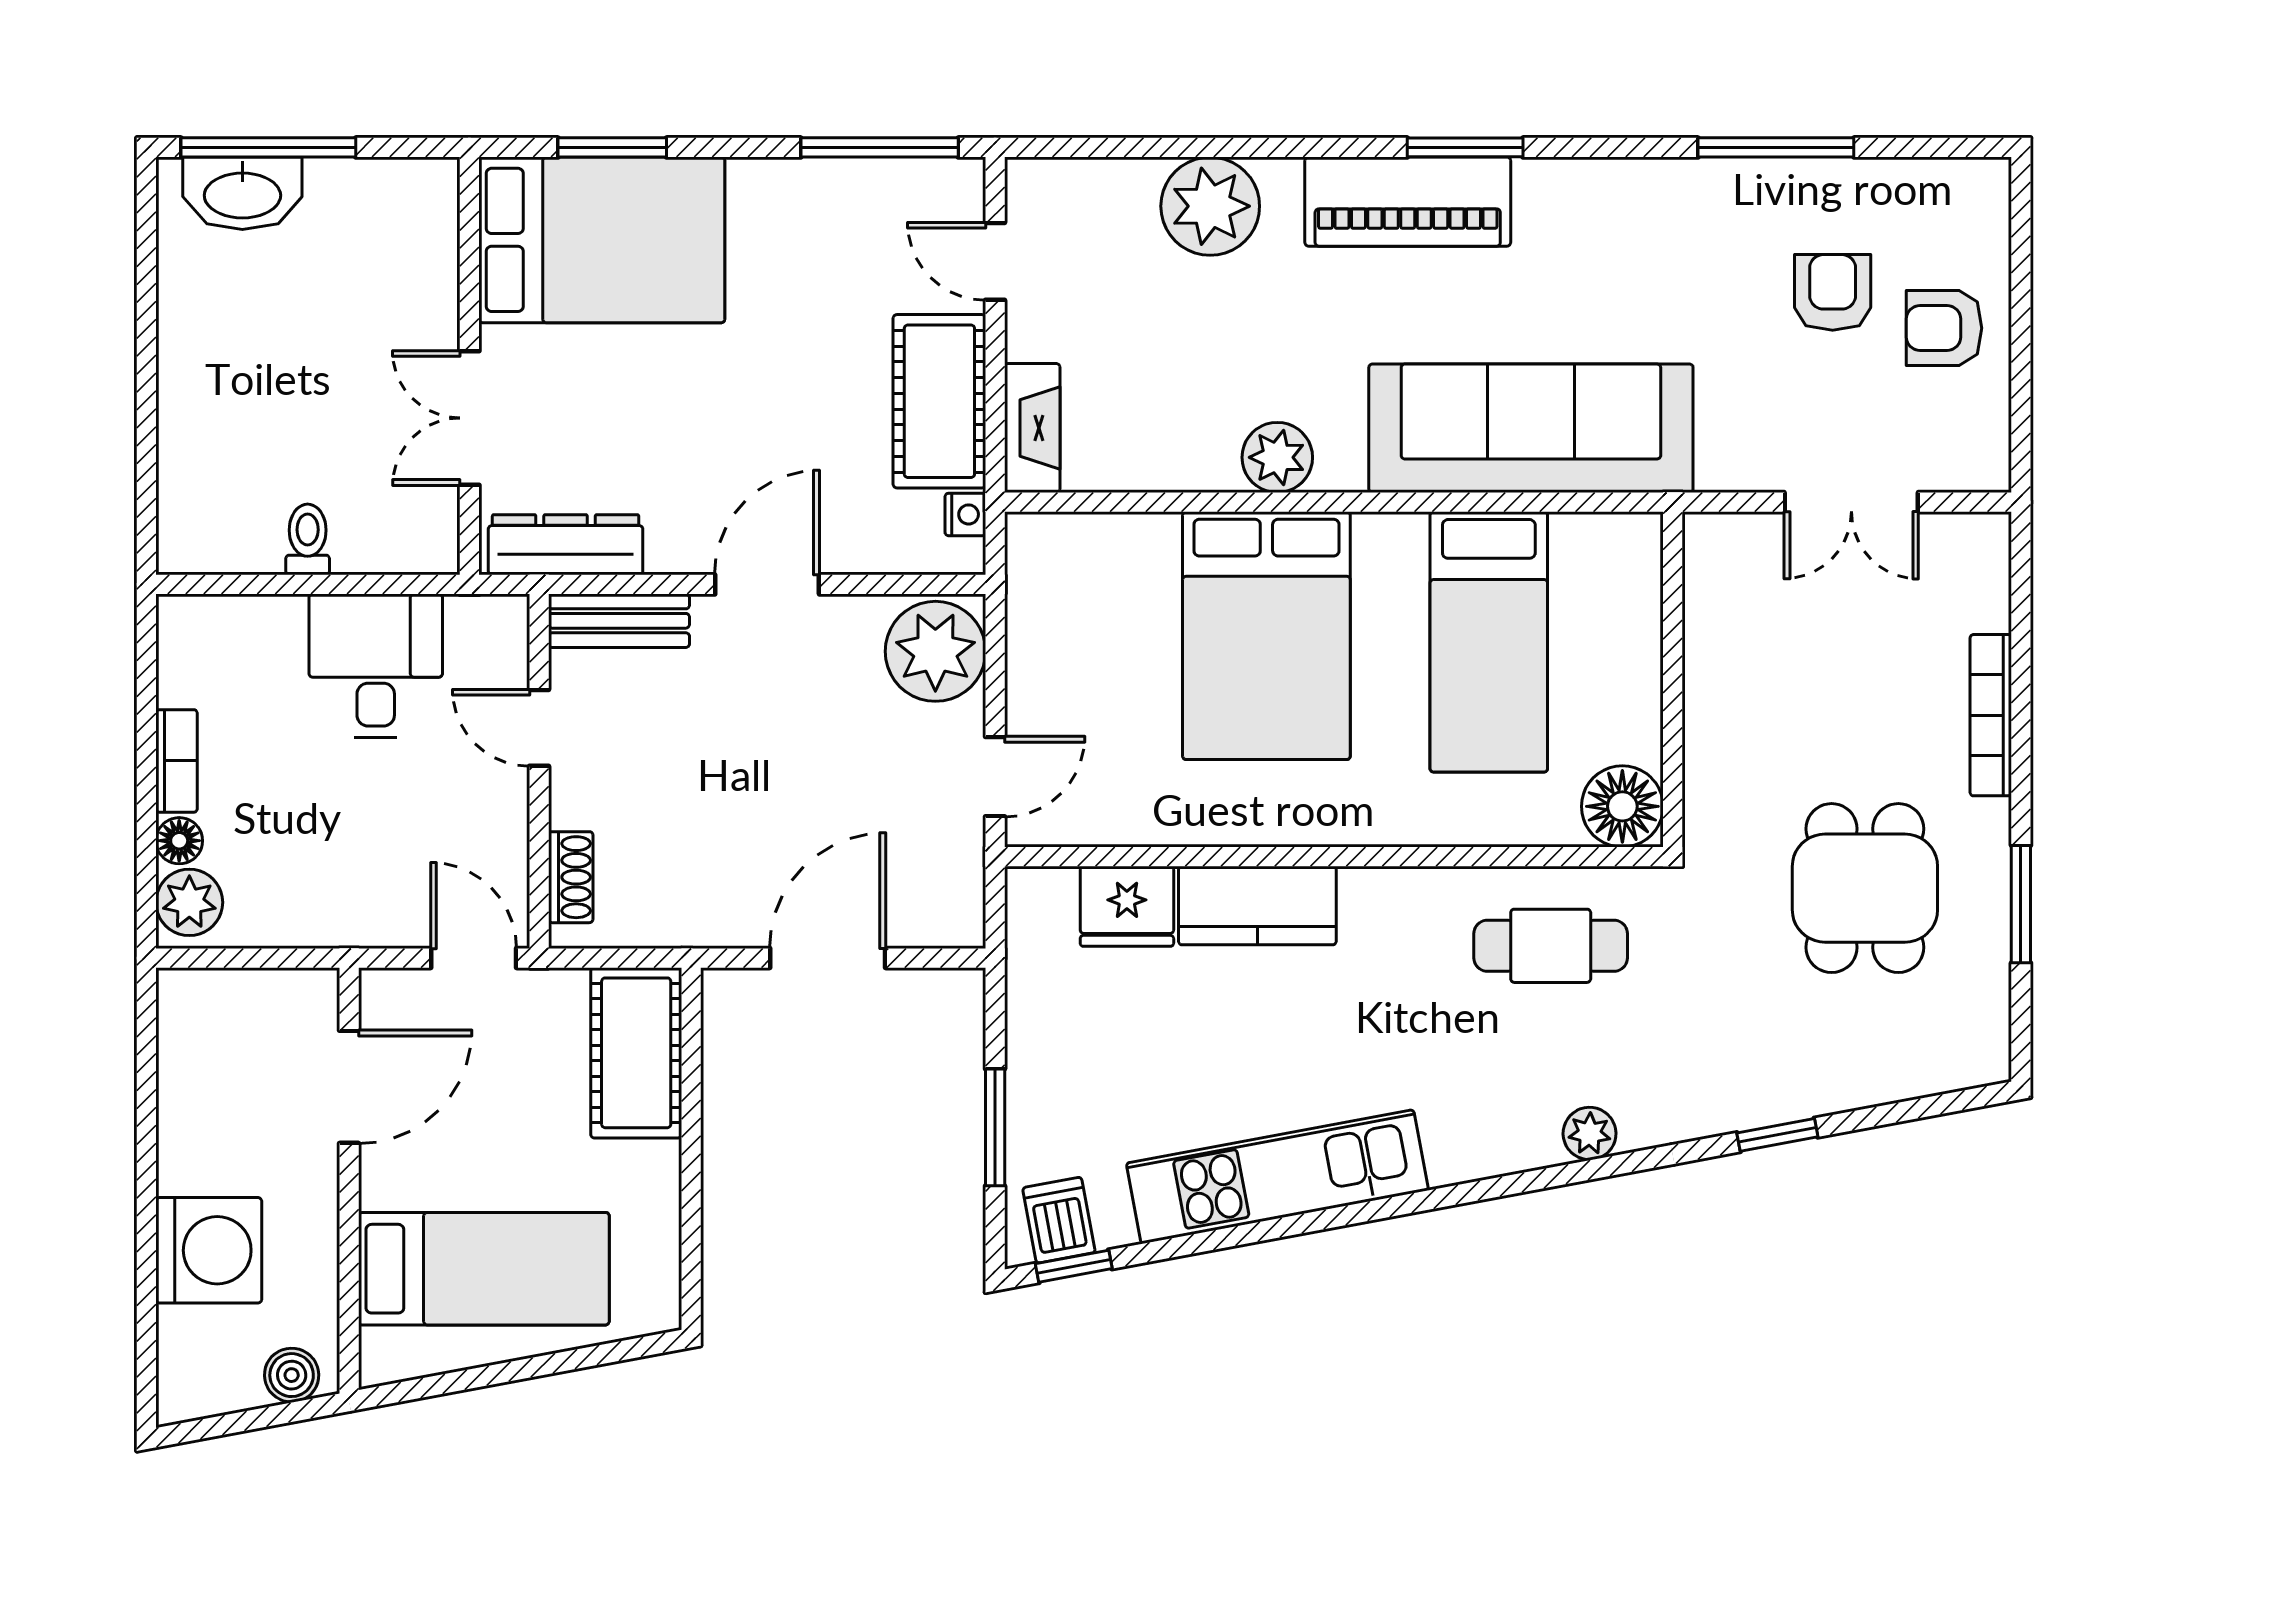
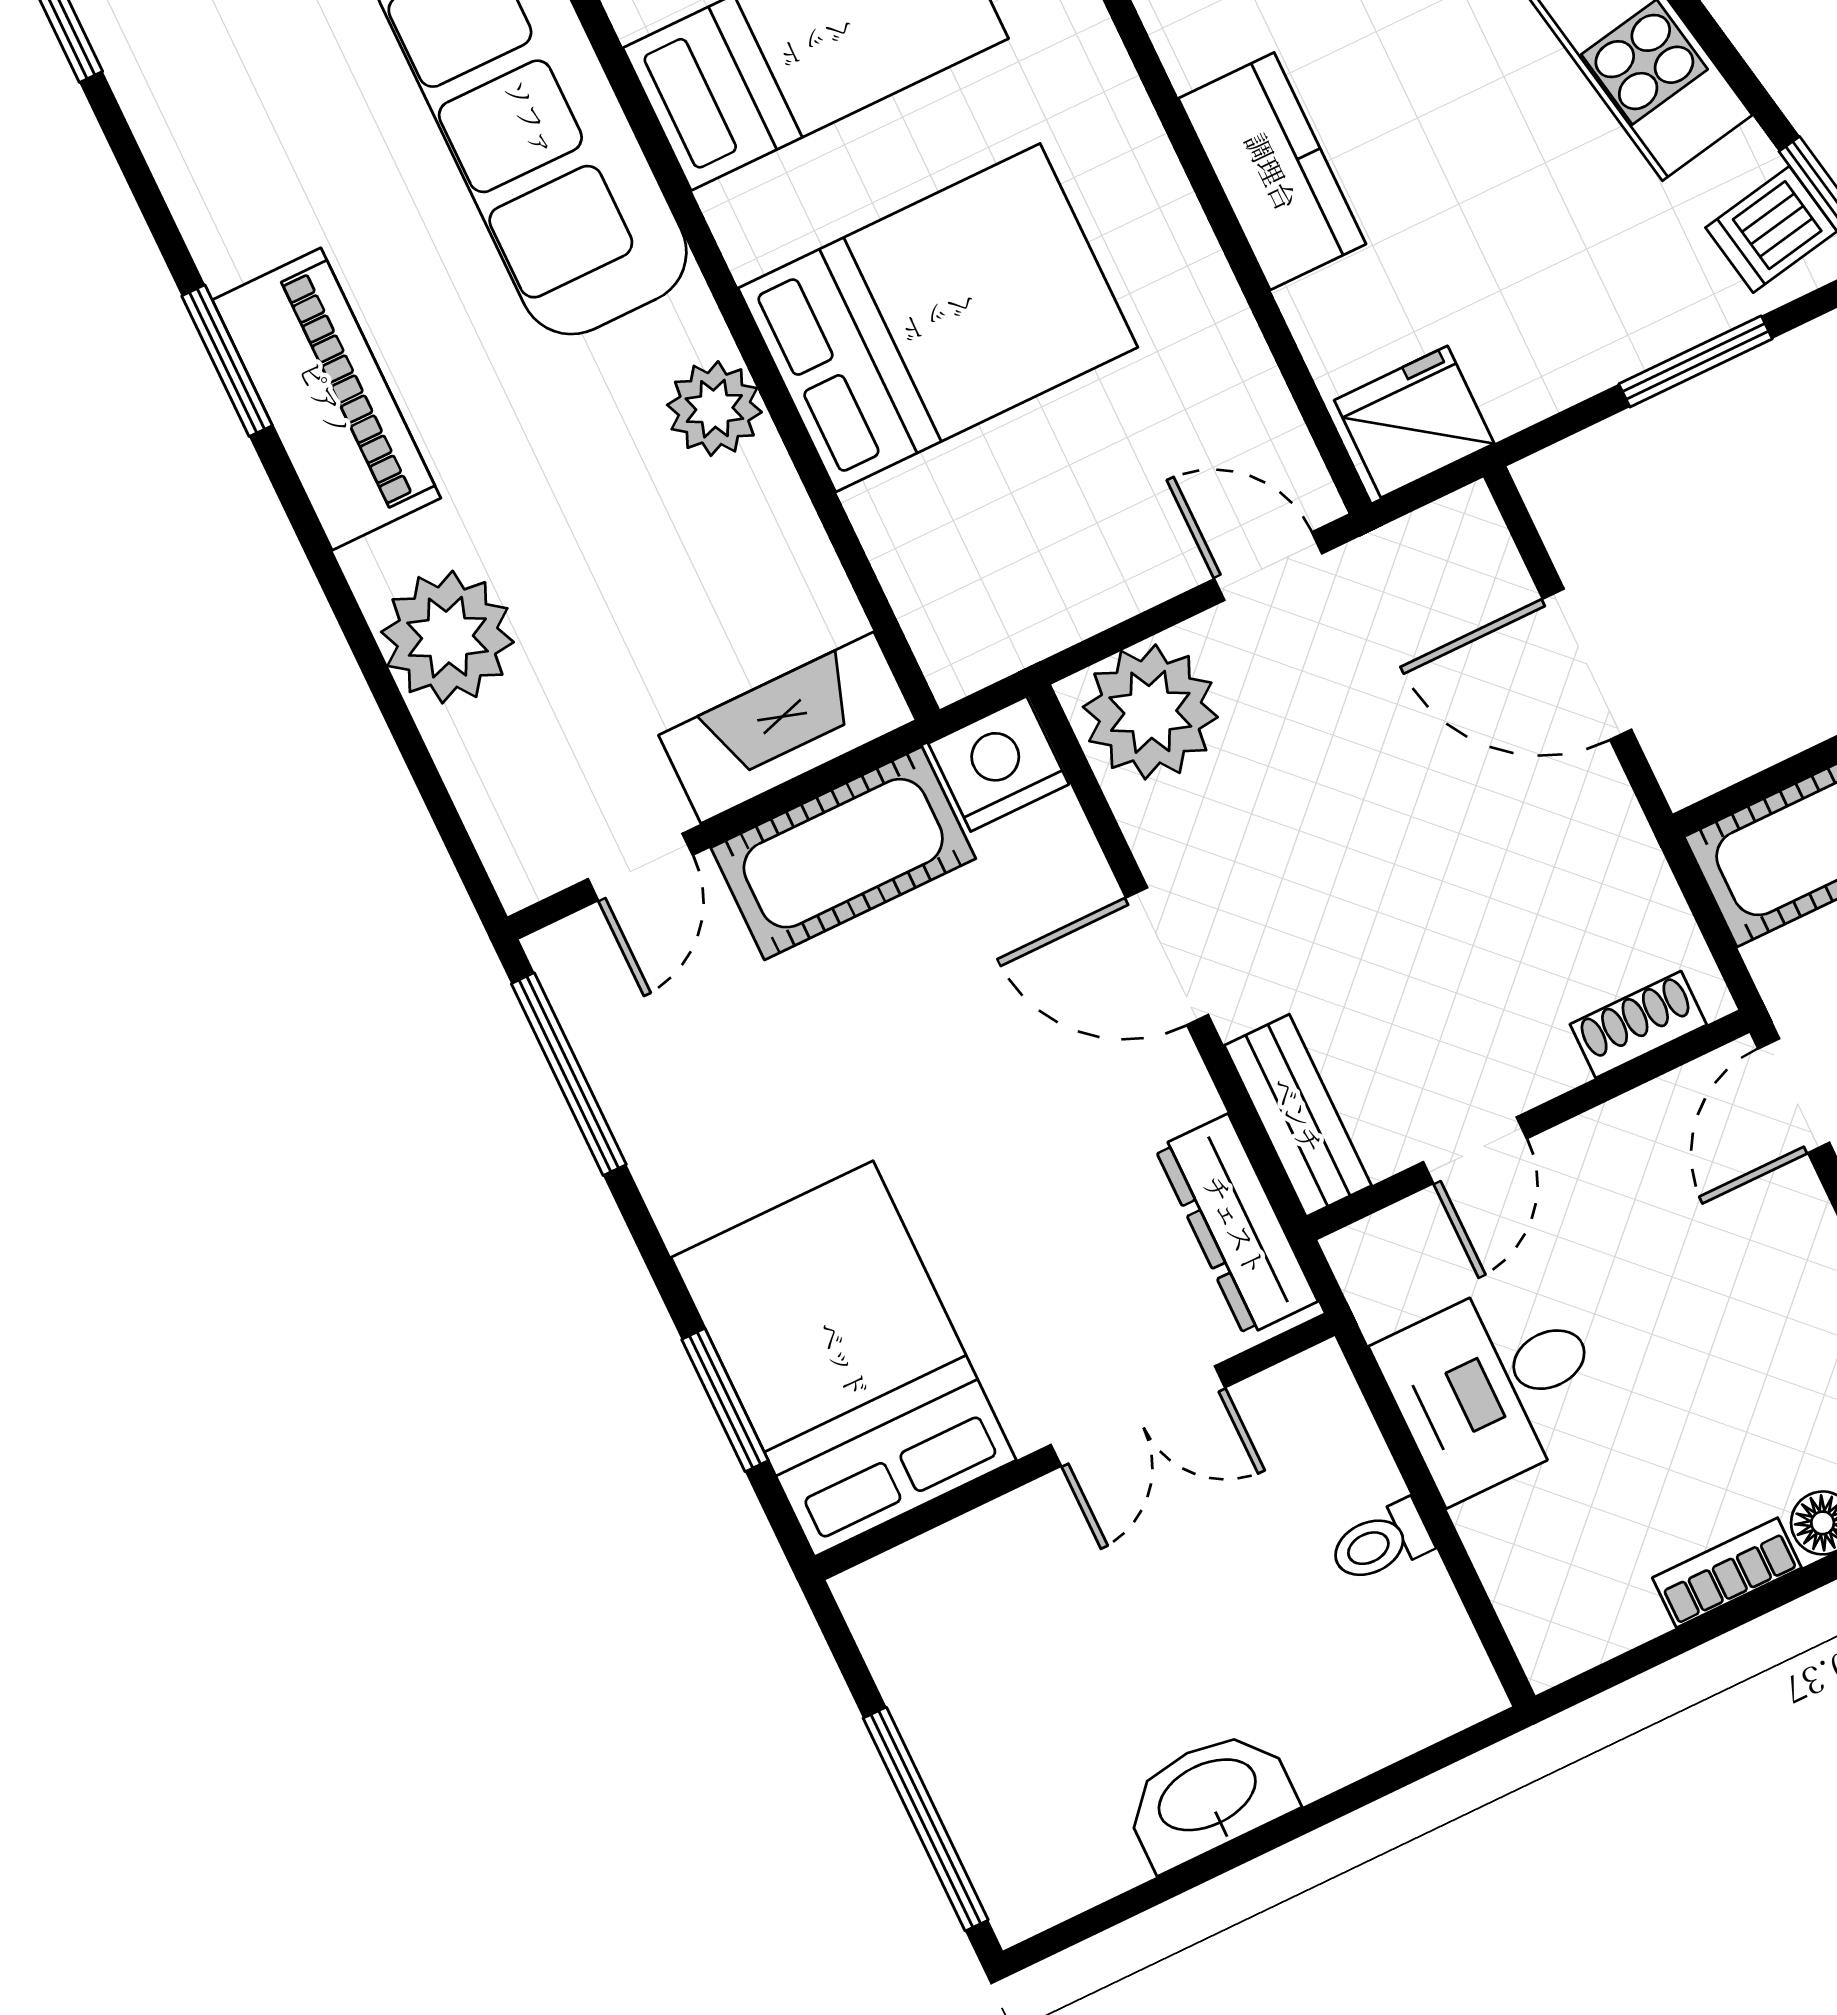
washbasin: (242, 193) -> (1208, 1798), moved, turned -90
fireplace: (1032, 428) -> (787, 728), width x1.37, depth x1.32
nightstand: (965, 514) -> (999, 764), width x1.89, depth x1.79
fridge: (1127, 906) -> (1414, 422), moved, turned -90

